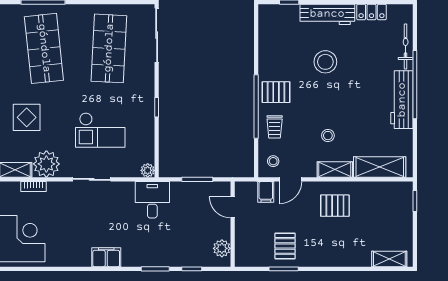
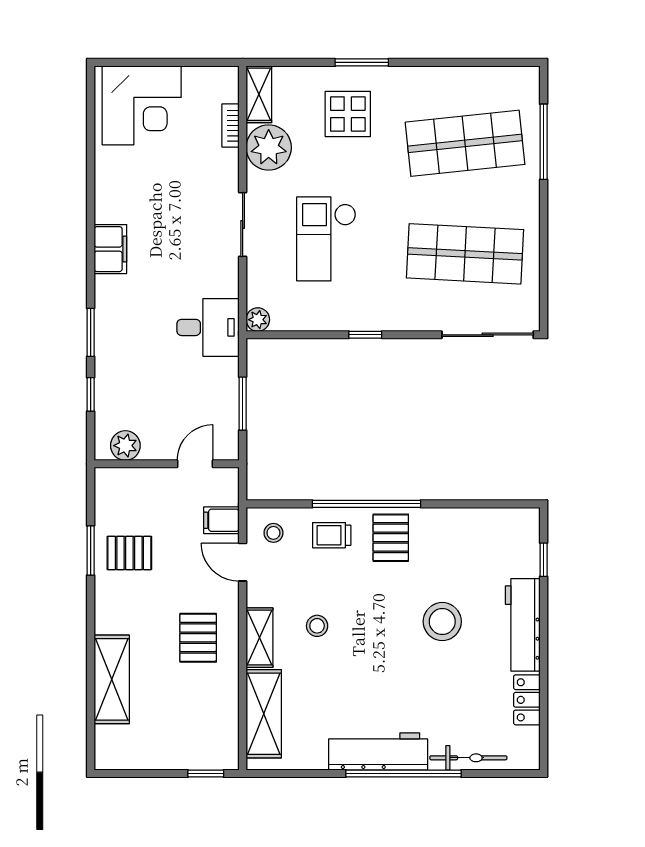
shelving: (389, 259) -> (112, 679), moved, width x1.50, depth x1.33

